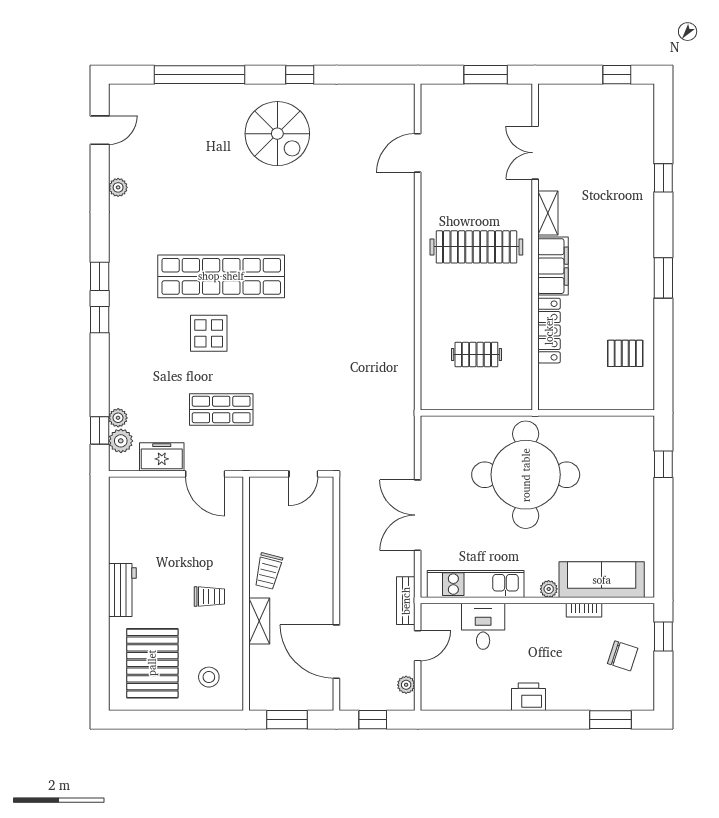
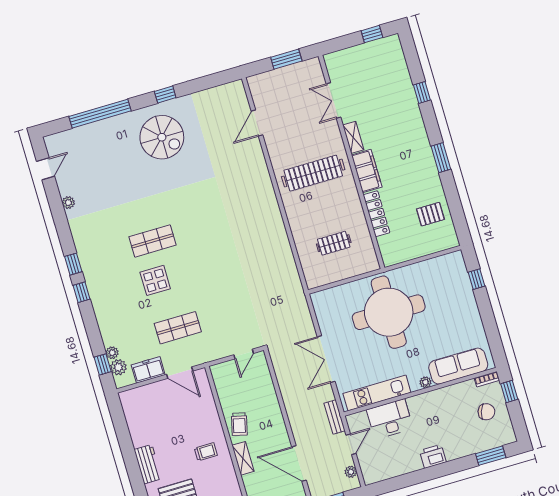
shop shelf: (221, 276) -> (152, 241), width x0.50, depth x0.74
bookcase: (584, 610) -> (487, 379), moved
desk: (483, 626) -> (390, 419), width x1.37

